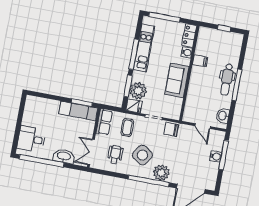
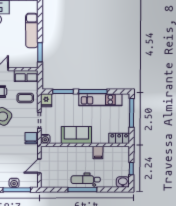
water cooler: (187, 52) -> (45, 139), moved
plant: (138, 91) -> (61, 102), removed
exam couch: (78, 111) -> (32, 31), moved
washbasin: (223, 116) -> (123, 182), moved

